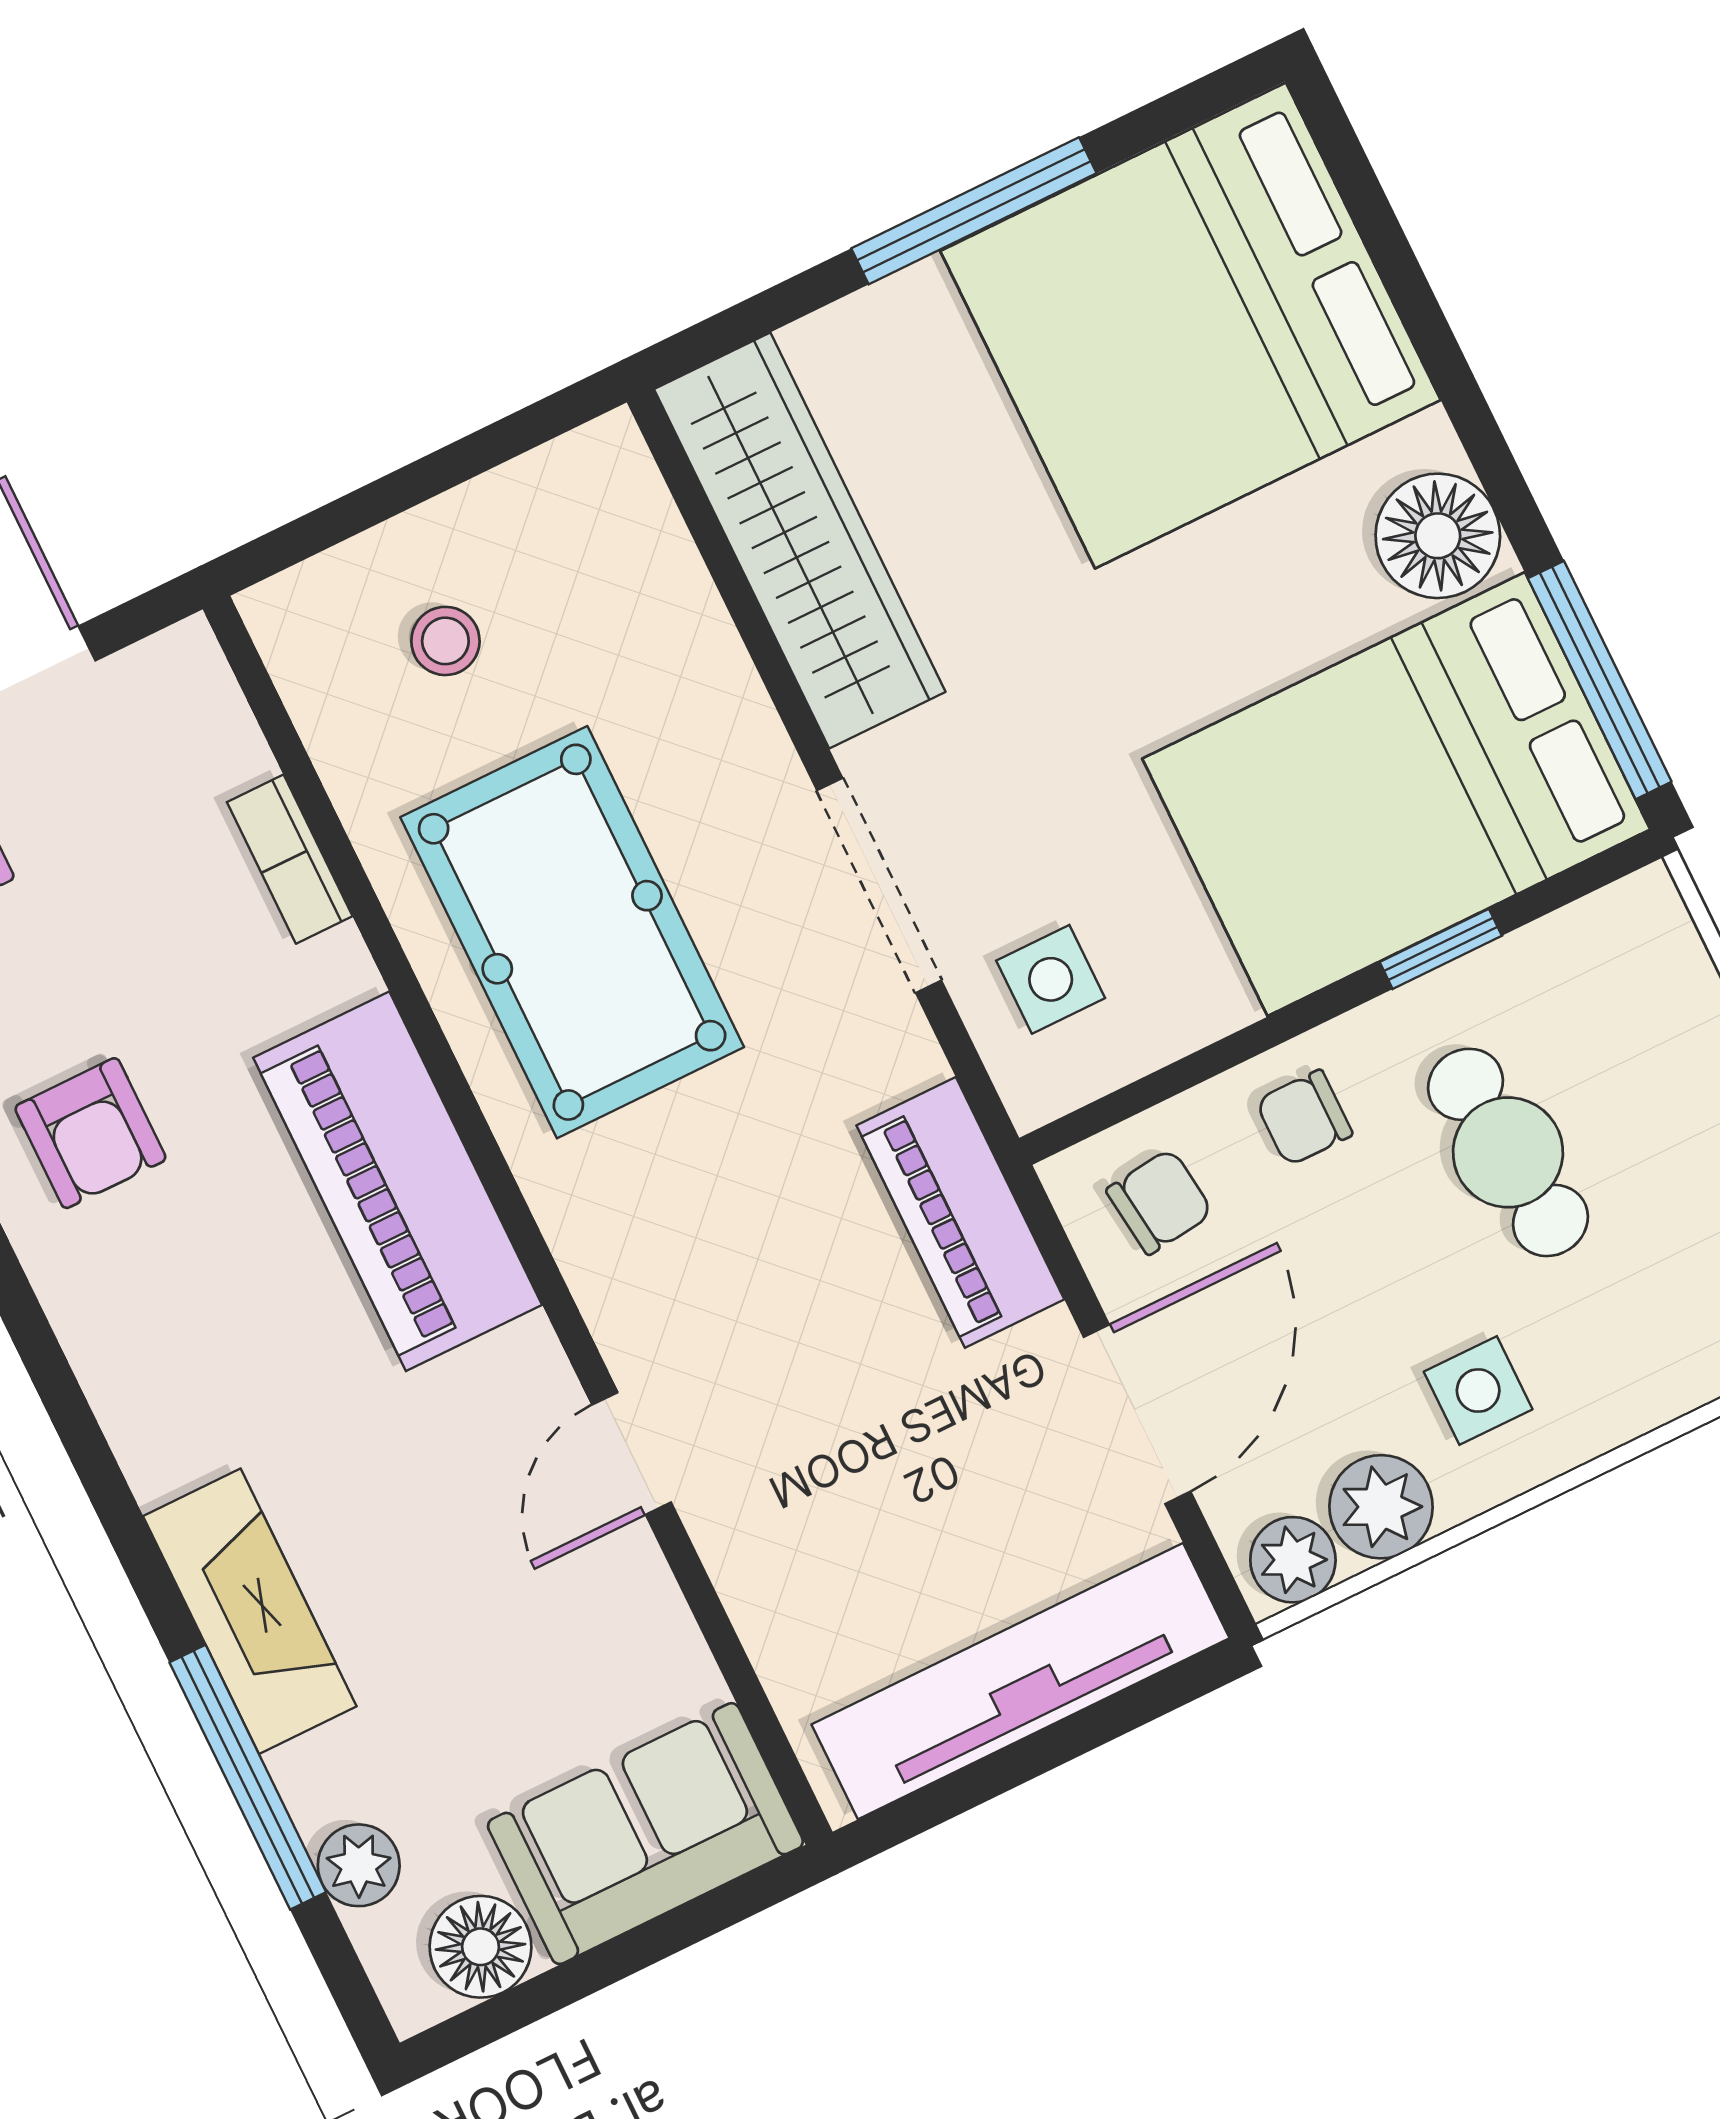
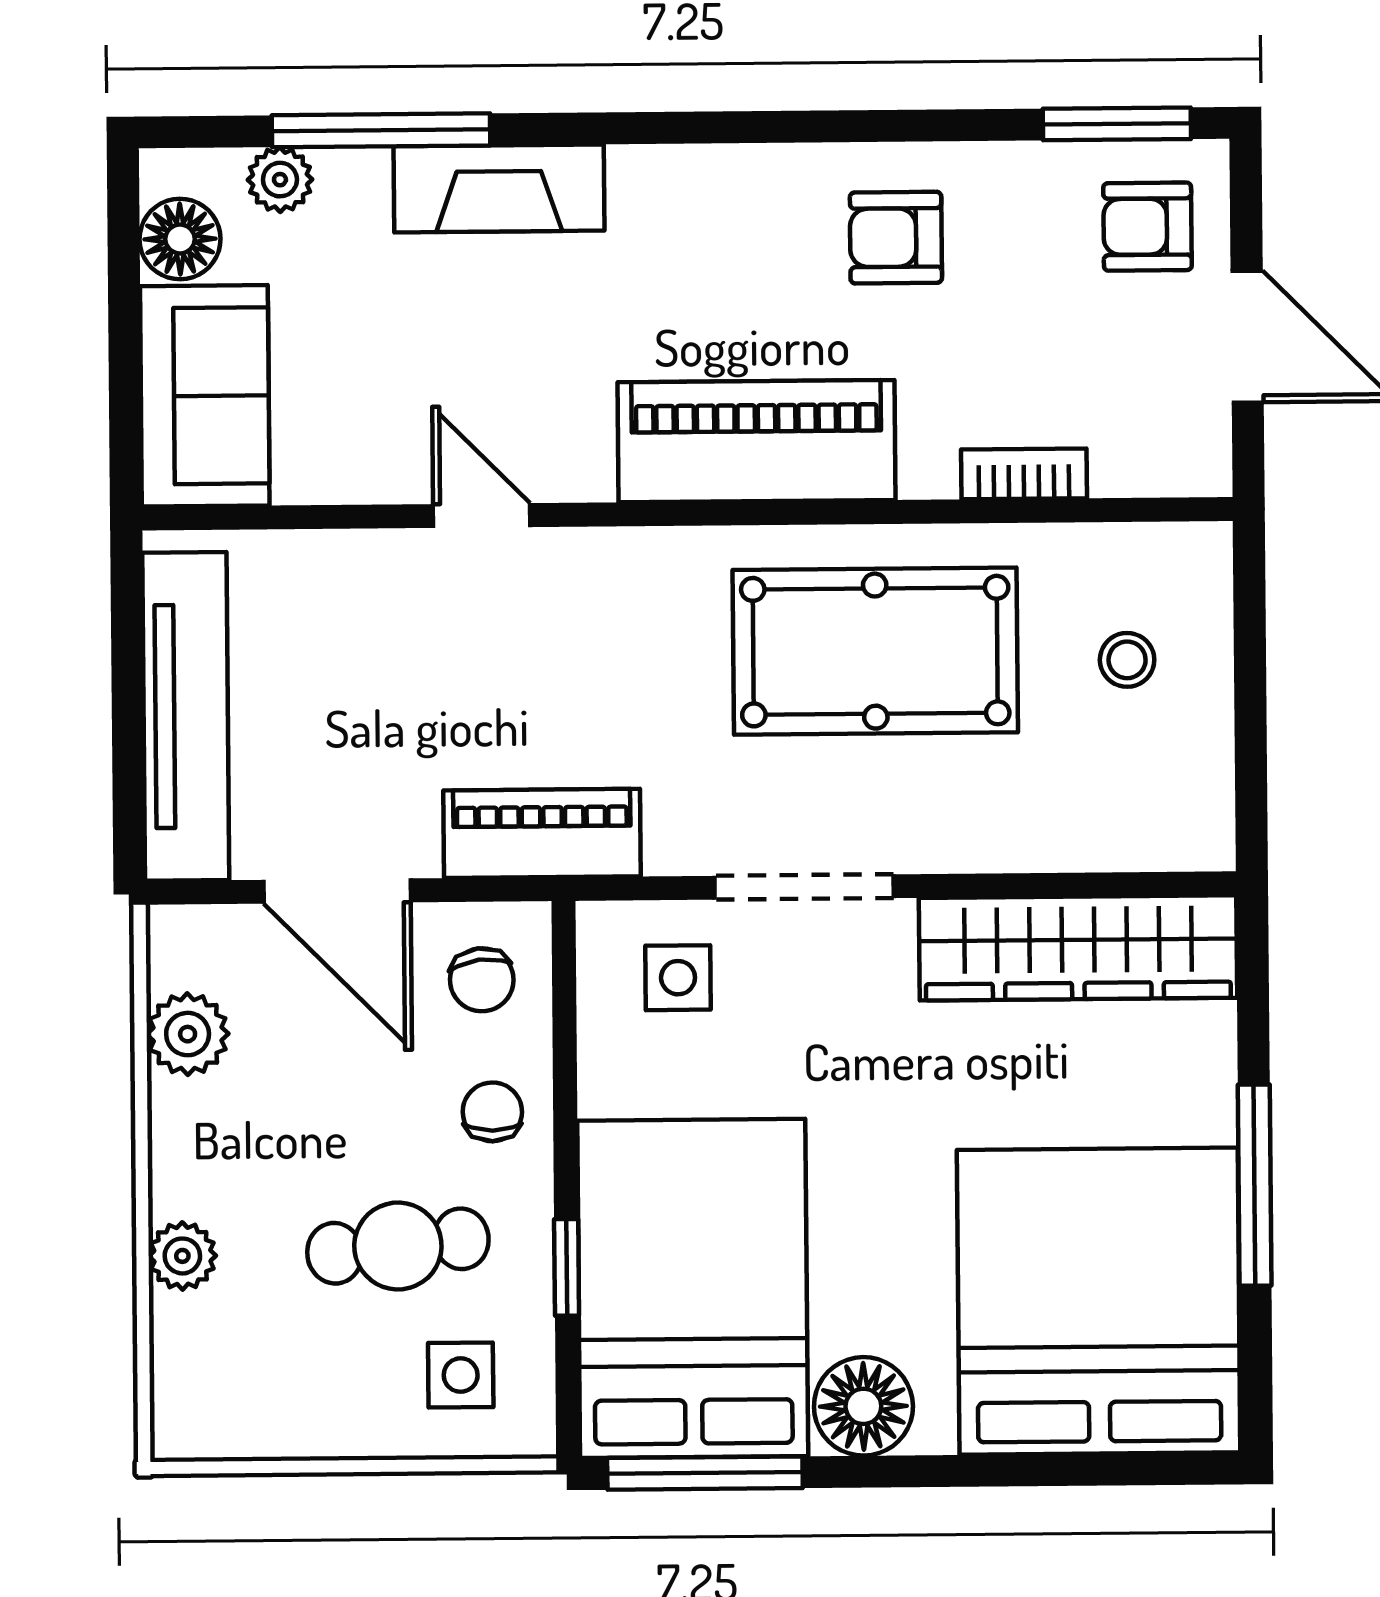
side table: (1478, 1390) -> (461, 1375), moved
plant: (1293, 1560) -> (182, 1256), moved

